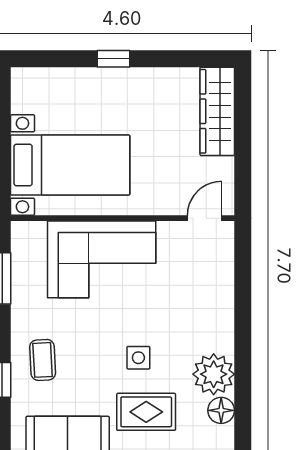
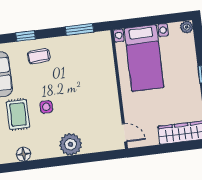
plant: (22, 79) -> (187, 27), added
corner sofa: (102, 259) -> (96, 81), removed
plant: (214, 374) -> (71, 144), moved

